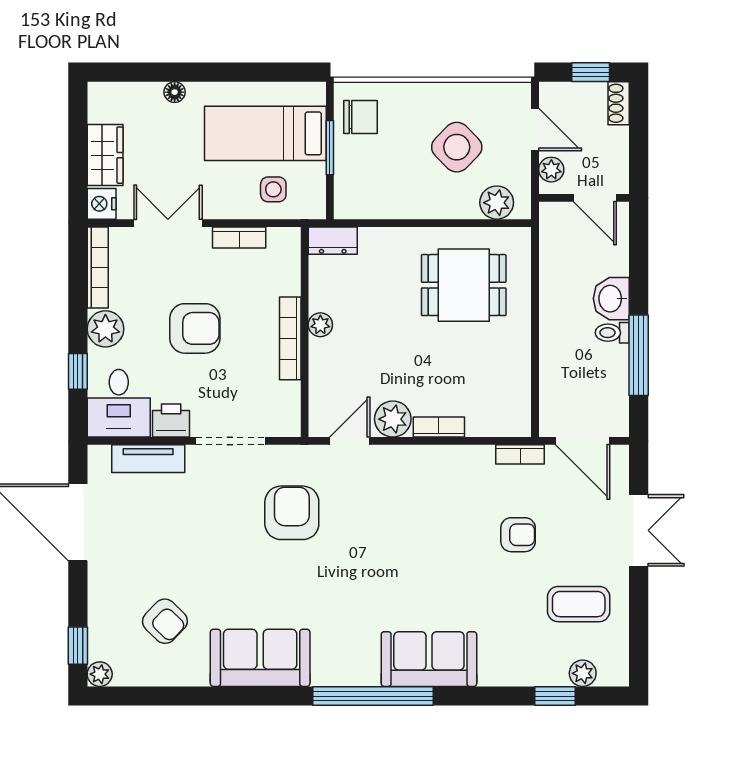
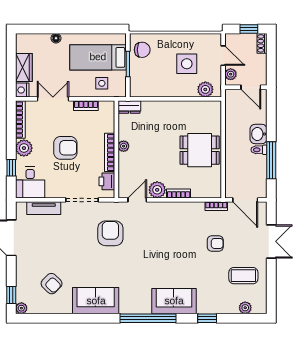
side table: (457, 147) -> (187, 64), turned 45
dining table: (464, 285) -> (200, 150), moved
printer: (171, 420) -> (107, 181), moved, turned -90
window: (555, 696) -> (207, 318), moved

